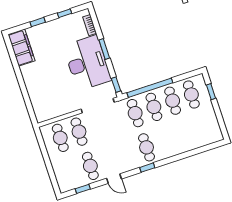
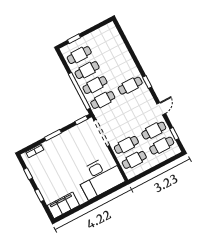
desk: (87, 63) -> (100, 177), moved, turned 180
cafe table: (72, 172) -> (162, 146), added

